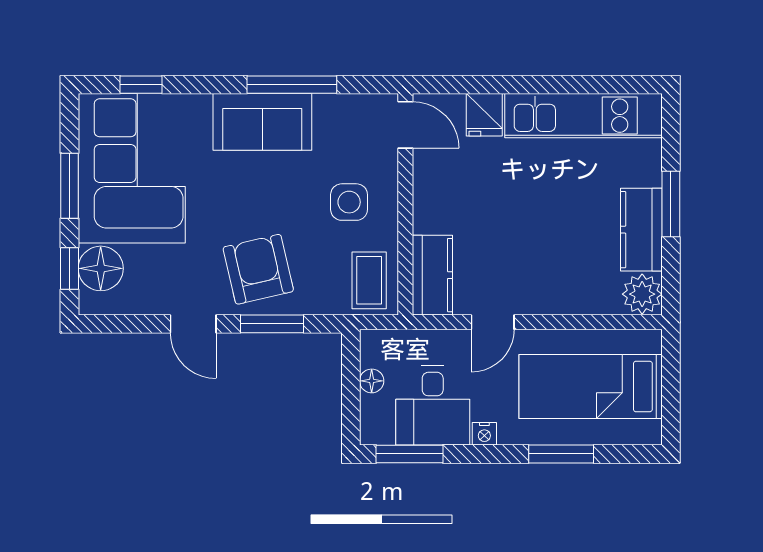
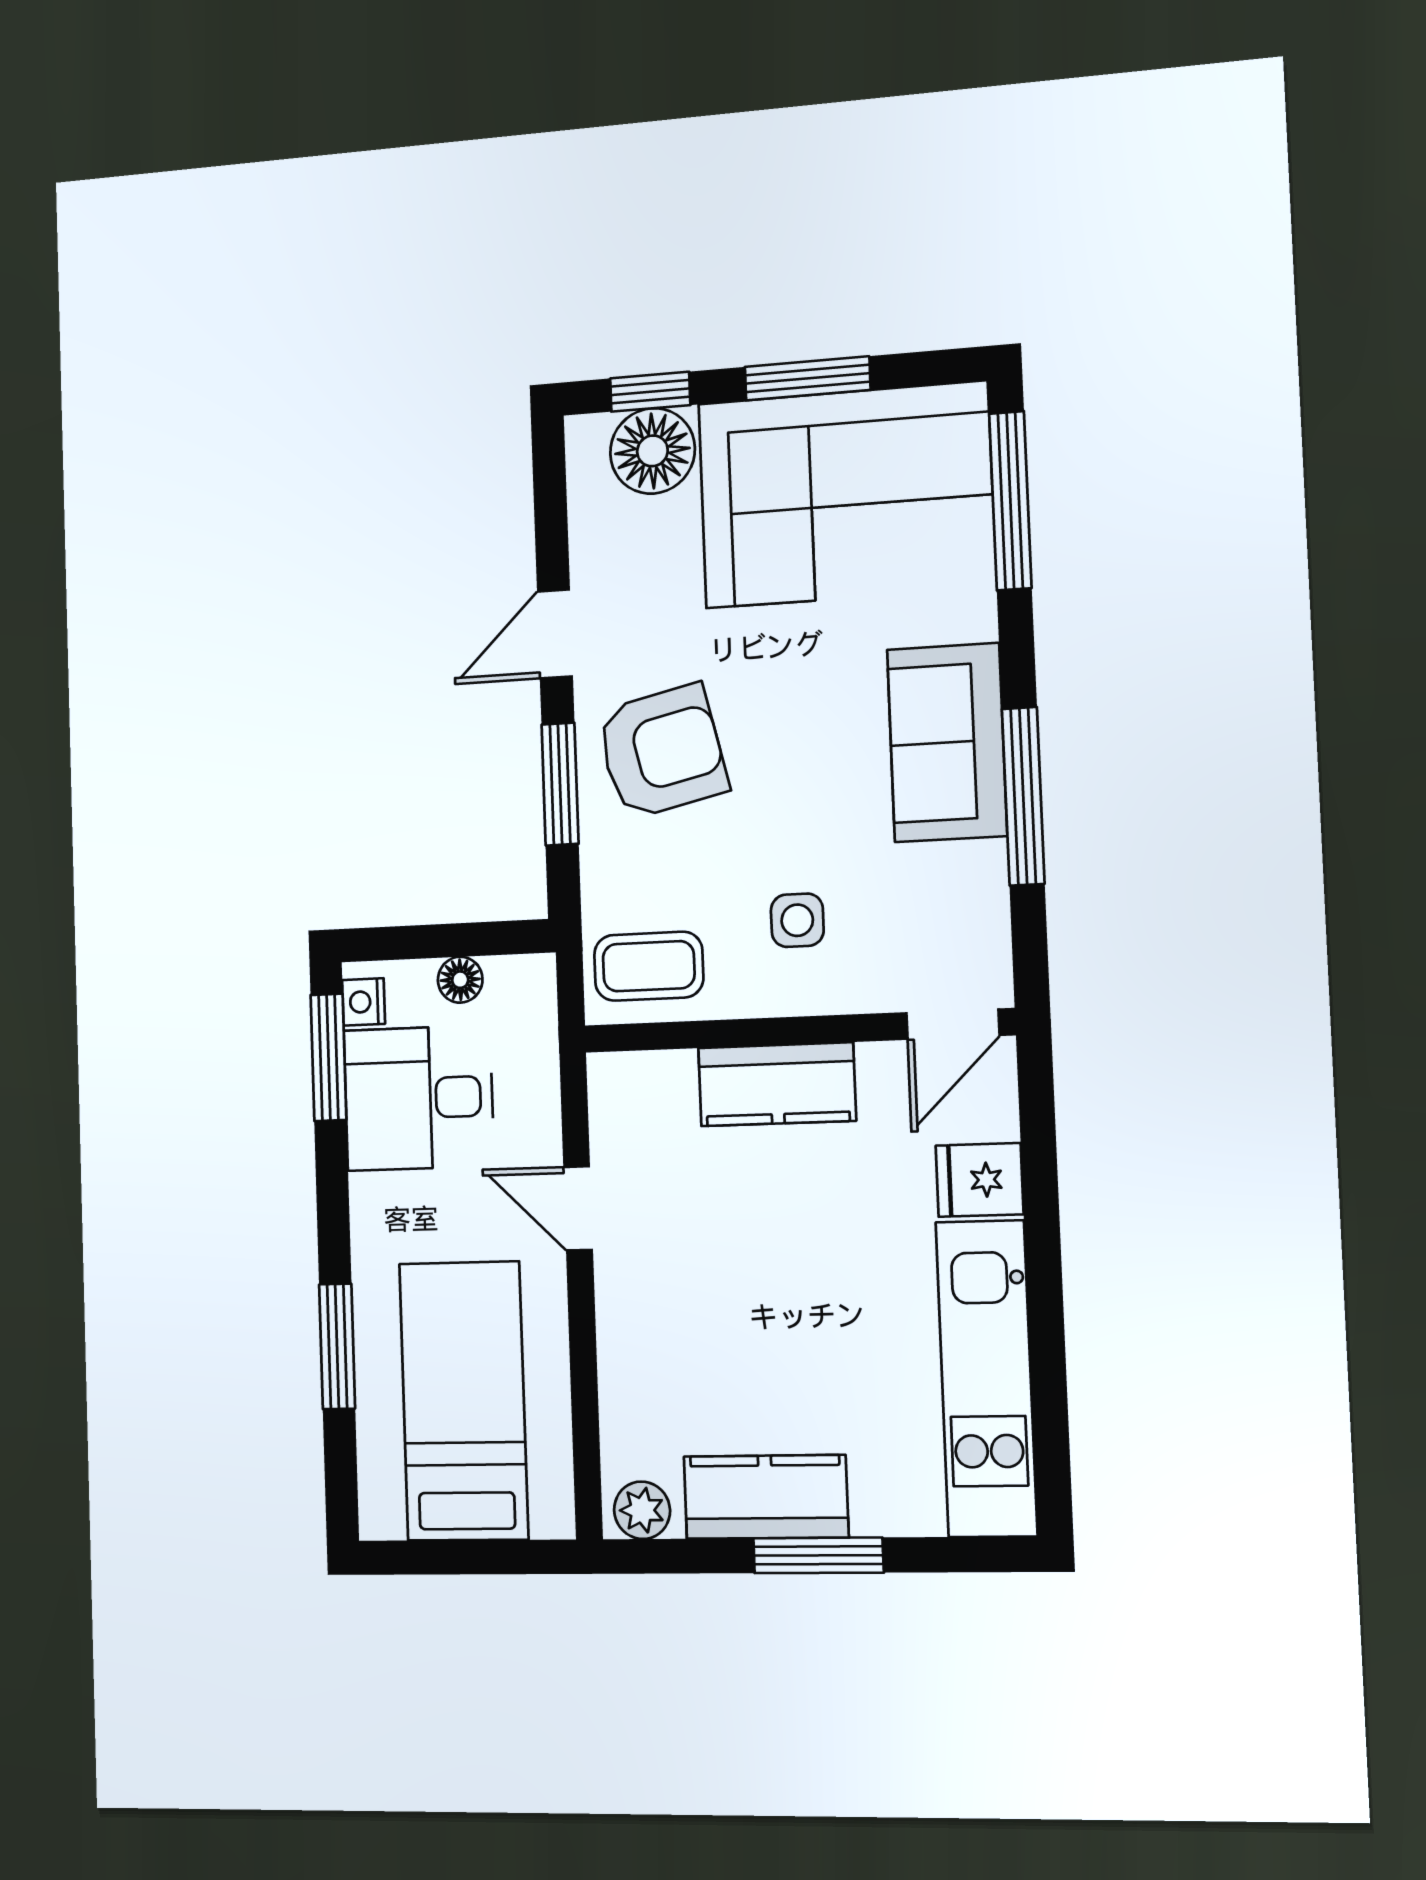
window: (141, 85) -> (1010, 501), width x2.17
side table: (349, 202) -> (797, 920), width x0.73, depth x0.73
kitchen counter: (432, 275) -> (777, 1084), moved
plant: (642, 294) -> (642, 1510), width x0.73, depth x0.73
nightstand: (484, 434) -> (364, 1002), moved

